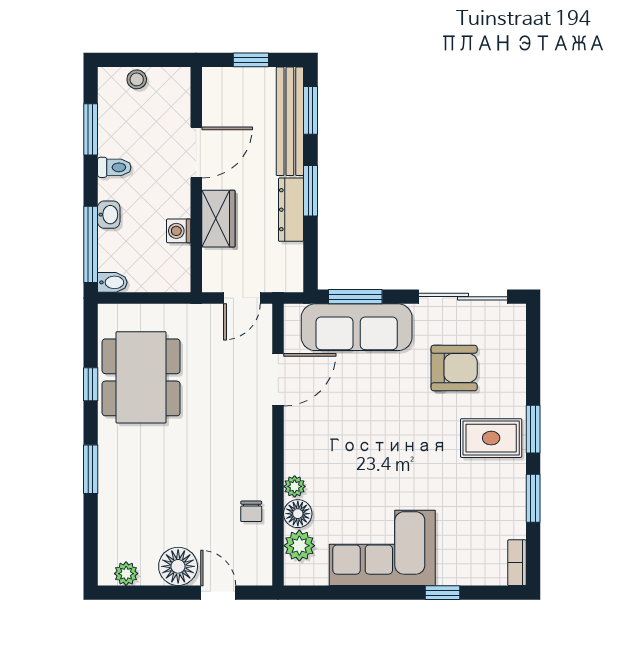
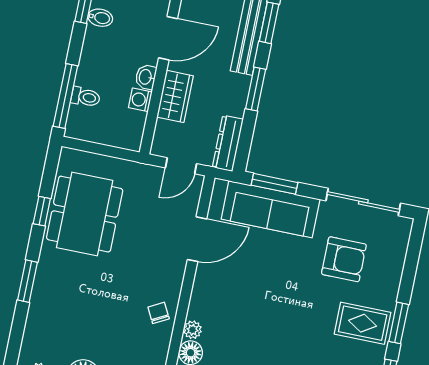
toilet: (114, 167) -> (86, 97), moved
dresser: (291, 210) -> (228, 143), moved
washbasin: (109, 215) -> (146, 77), moved, turned 180
bidet: (112, 282) -> (100, 18), moved
chair: (251, 511) -> (159, 313), moved, turned 152

